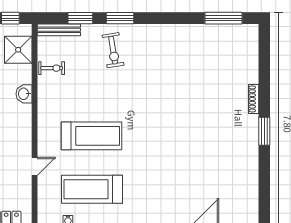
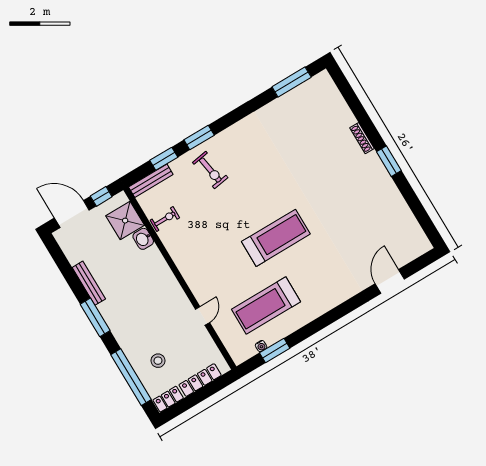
washbasin: (24, 94) -> (143, 239), moved
treadmill: (91, 136) -> (276, 238), moved

